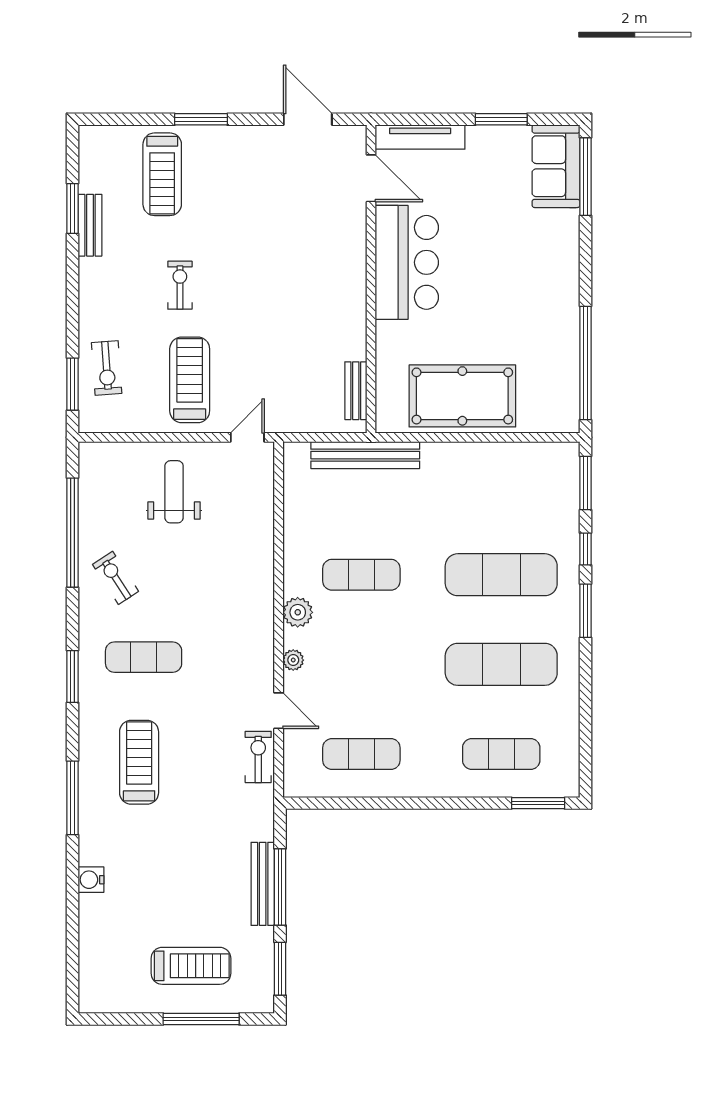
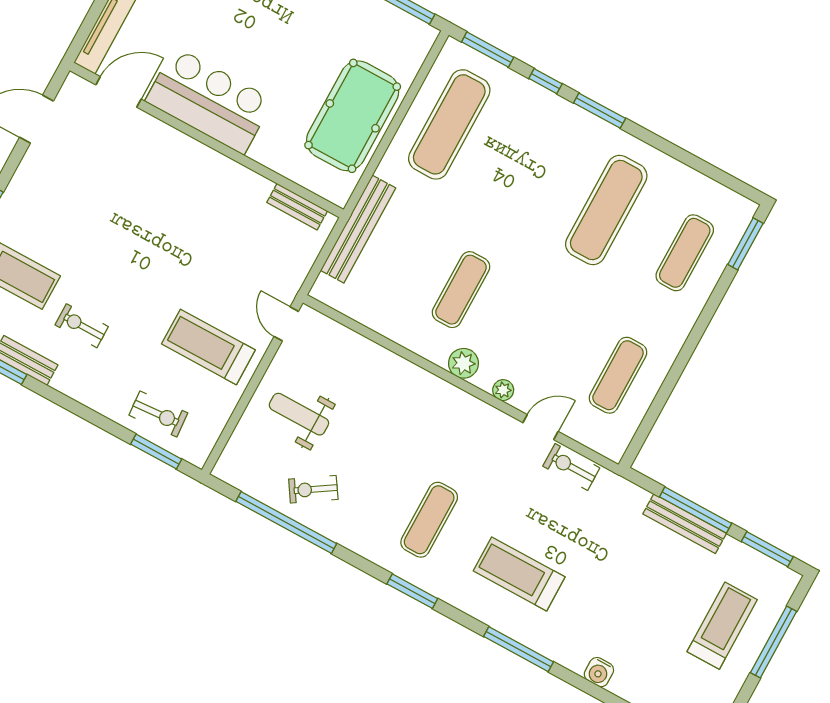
exercise bike: (180, 285) -> (82, 326), moved
exercise mat: (501, 575) -> (449, 124), moved
exercise bike: (116, 578) -> (313, 489), moved

